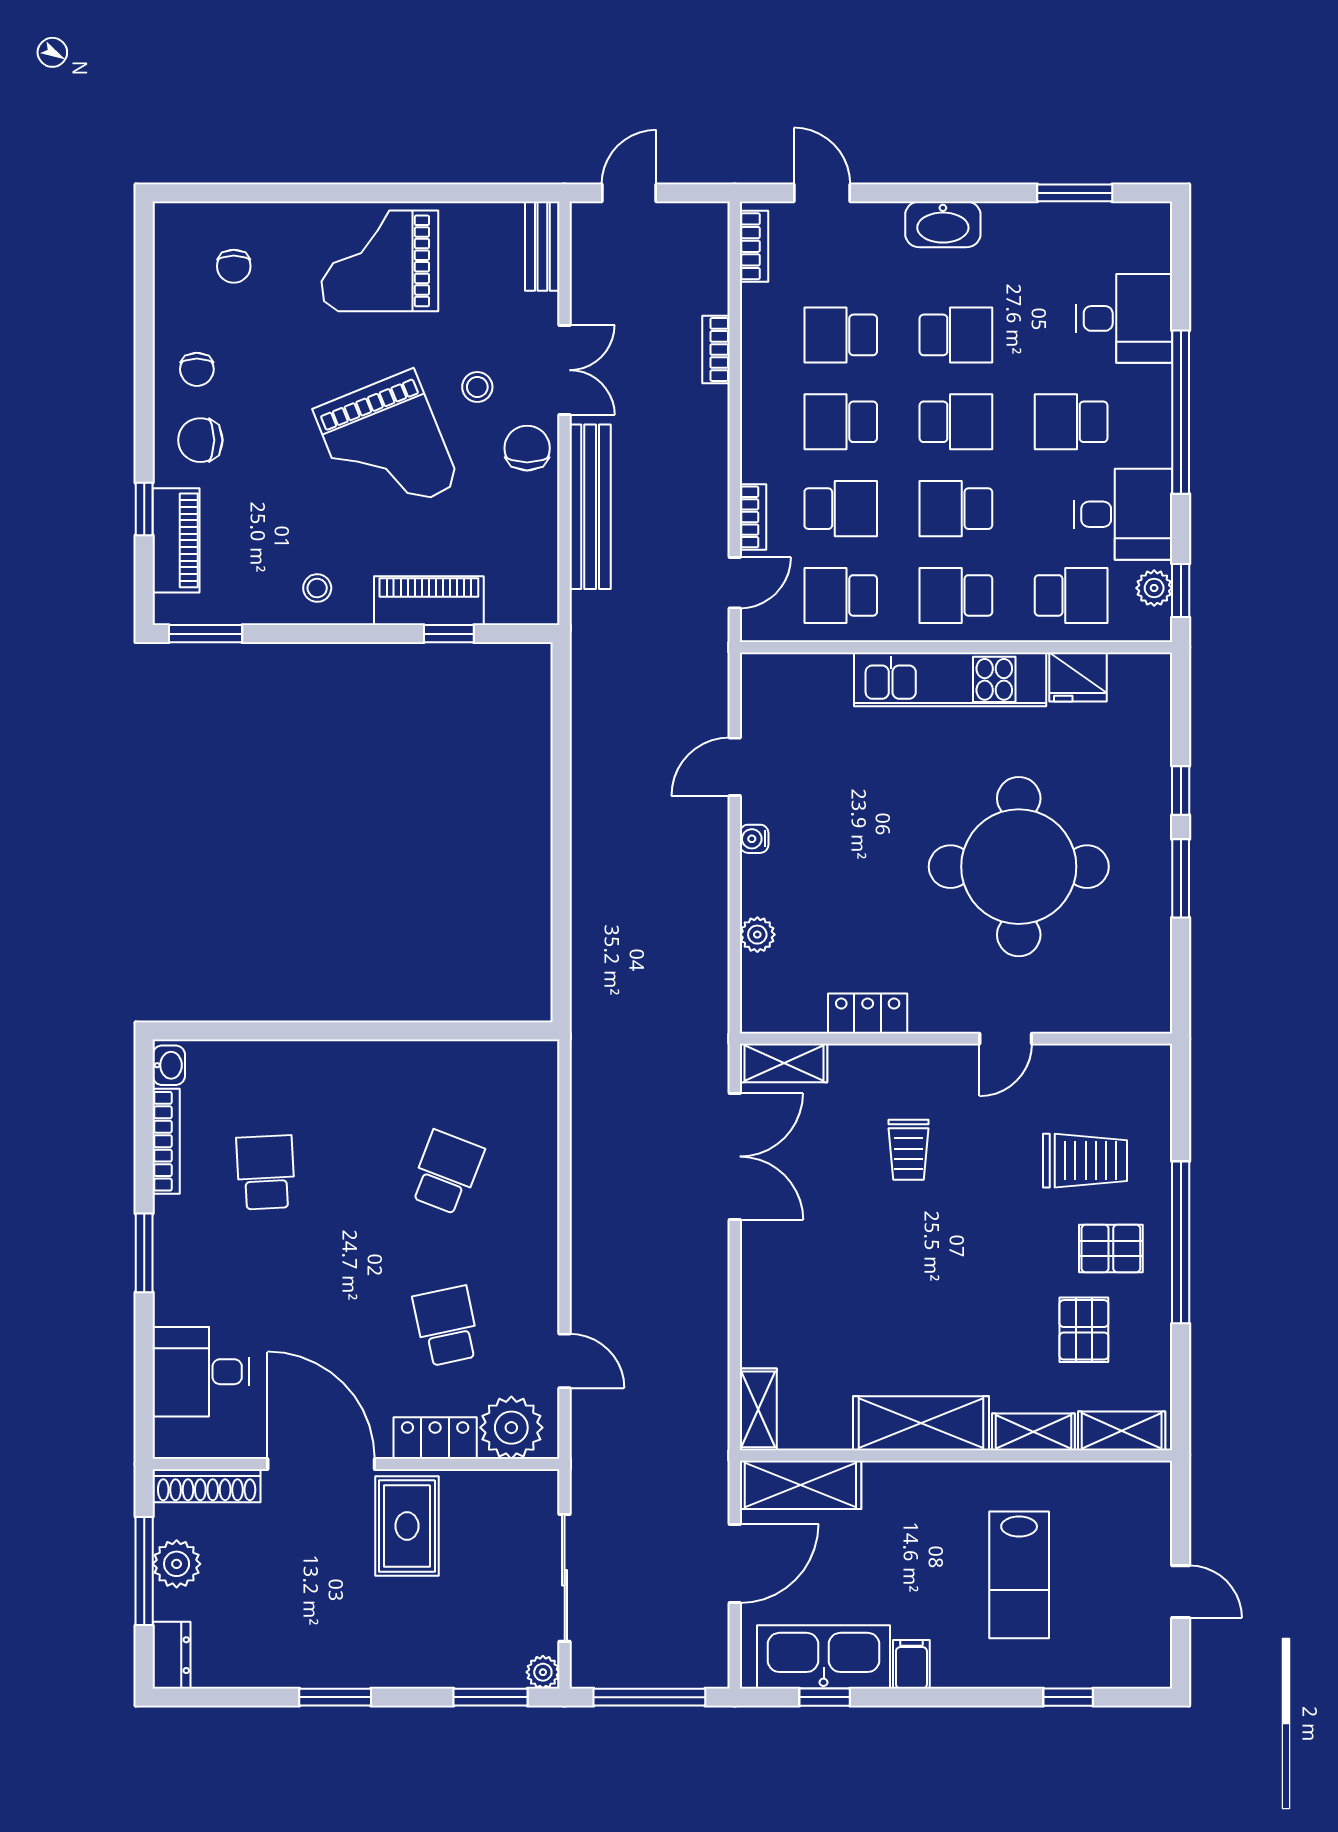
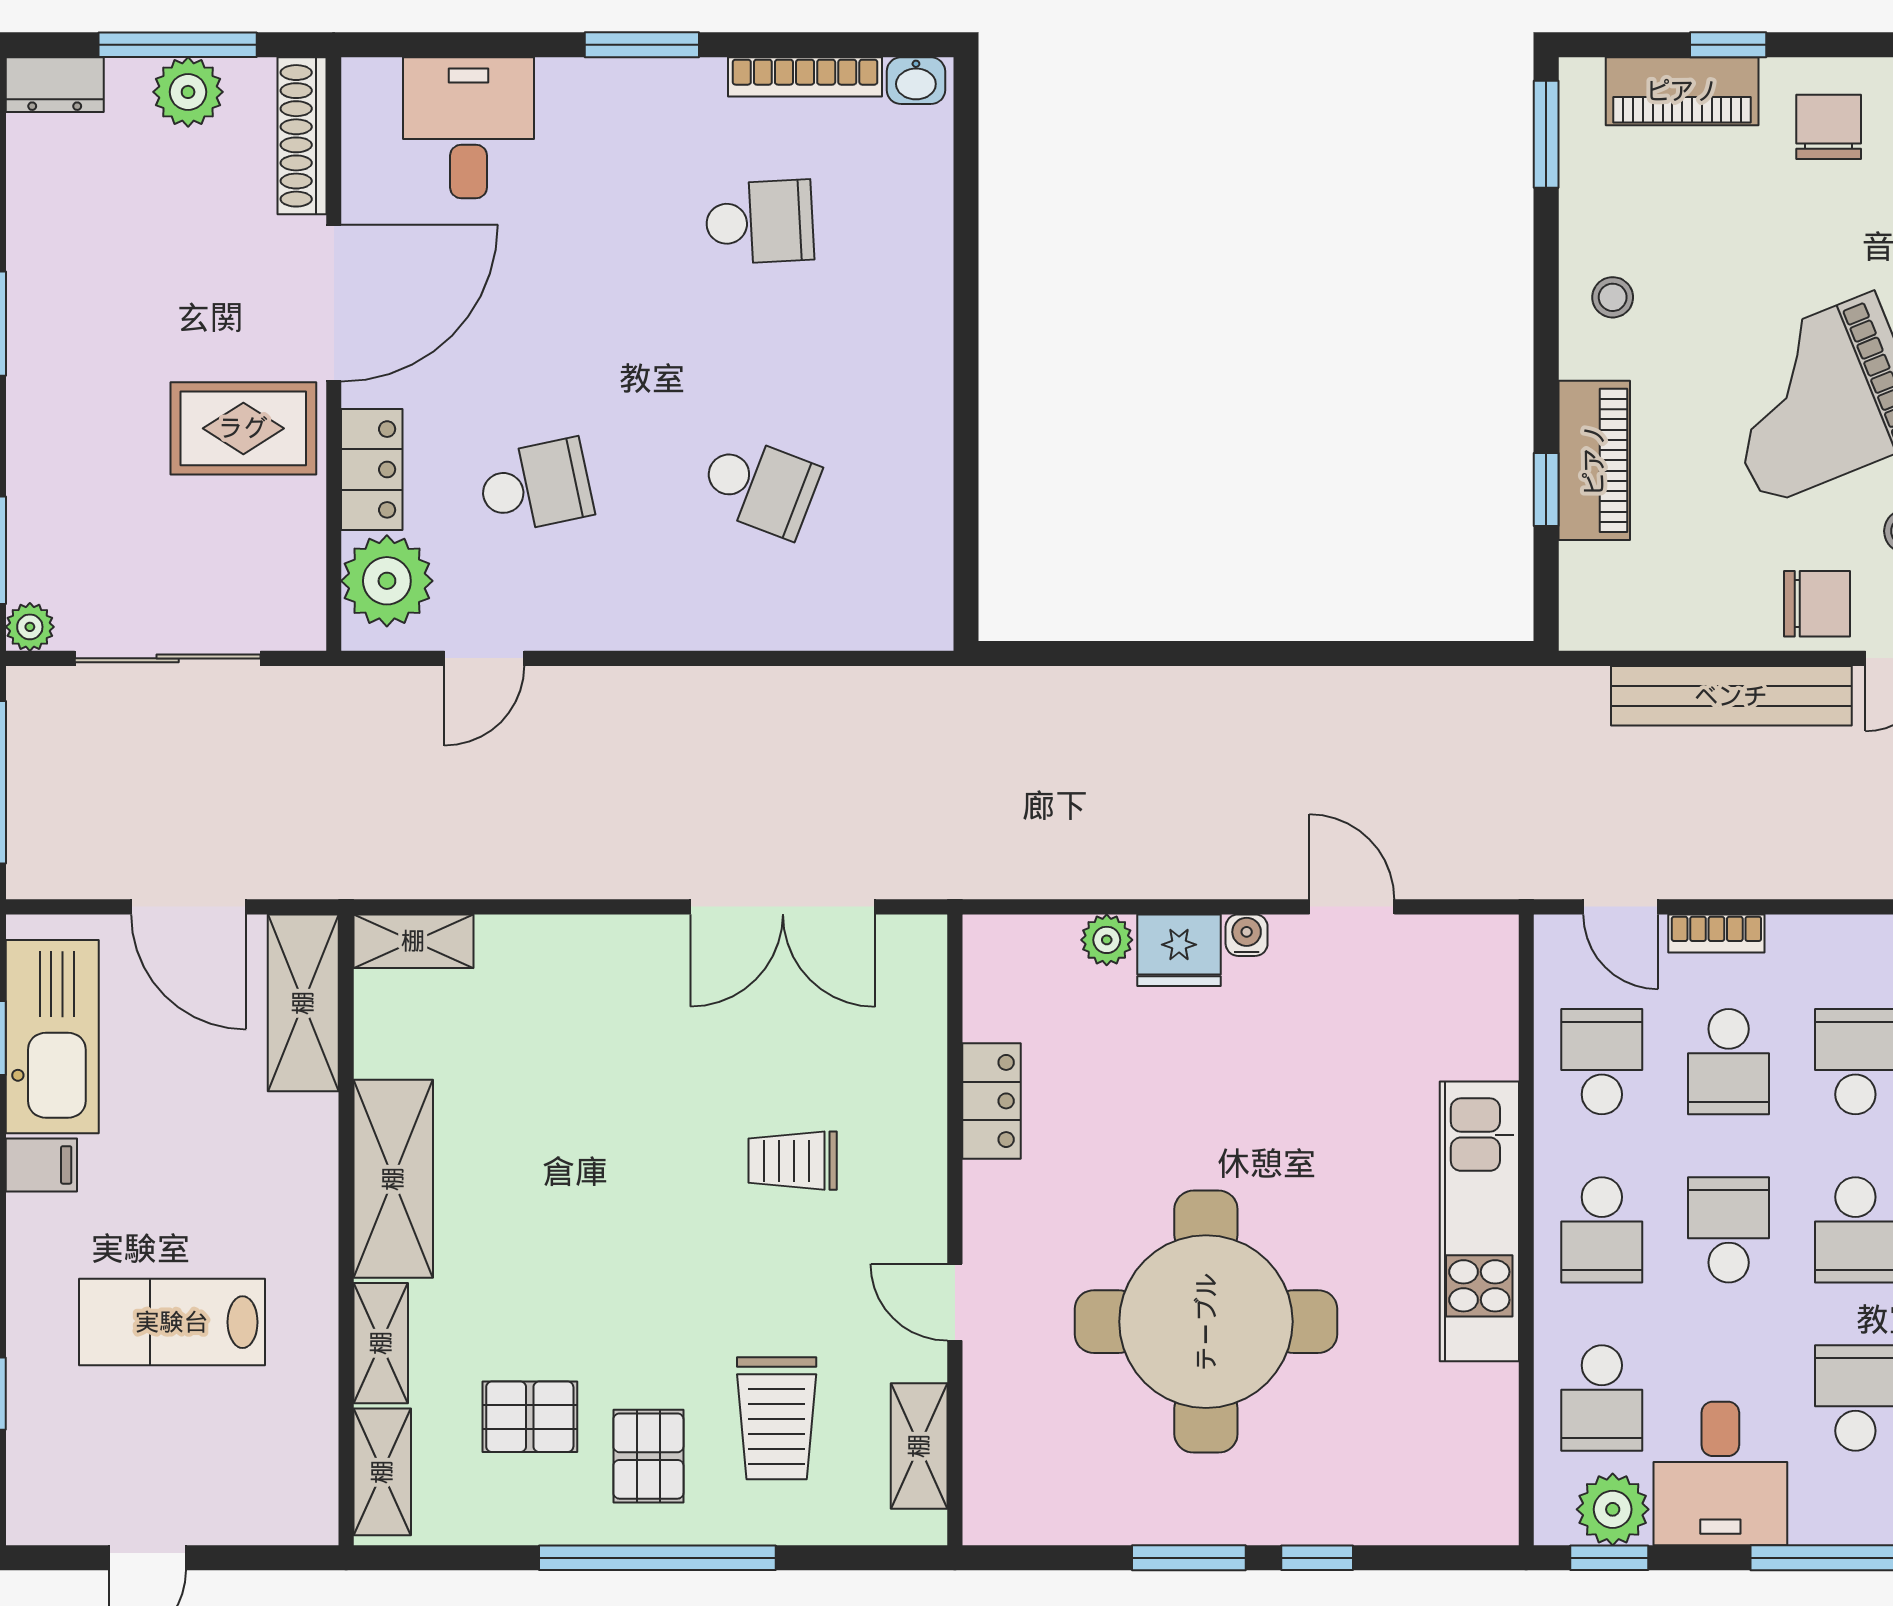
plant: (1154, 588) -> (1613, 1509), width x1.38, depth x1.38
school desk: (956, 595) -> (1602, 1230), turned 180
fridge: (1078, 677) -> (1179, 950), moved, turned -90
shelving: (784, 1063) -> (919, 1446), moved

